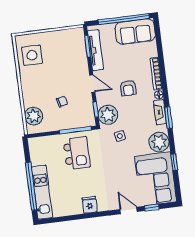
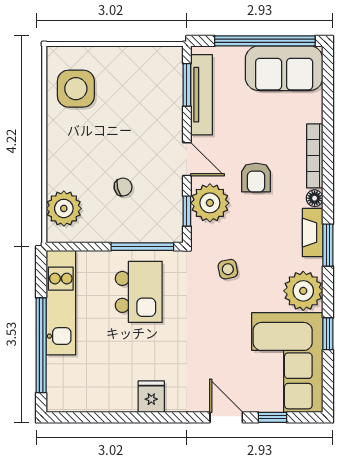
plant: (108, 115) -> (210, 203), moved
kitchen unit: (42, 192) -> (61, 303), moved

